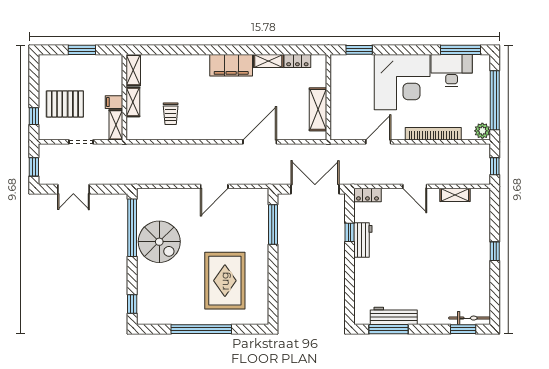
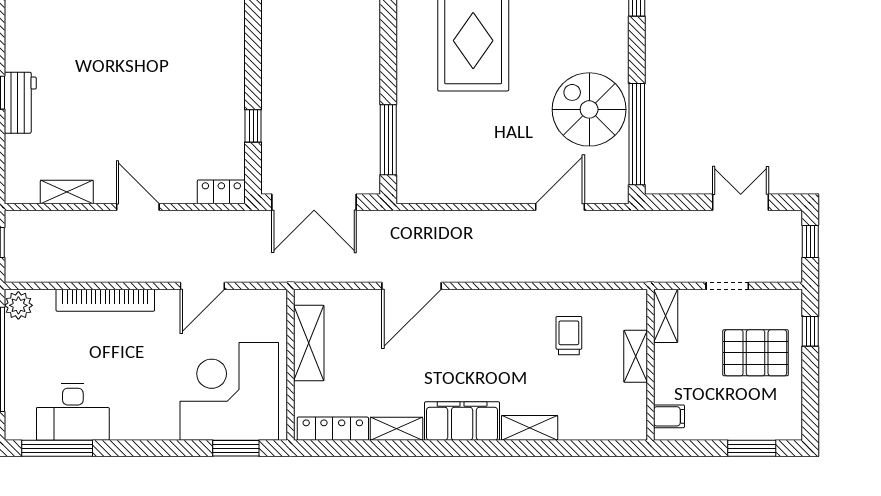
window: (82, 50) -> (752, 448), moved
locker: (297, 61) -> (333, 429), width x1.53
shelving: (133, 70) -> (530, 428), moved, turned 90
corner desk: (402, 82) -> (229, 391), moved
filing cabinet: (114, 102) -> (669, 416), moved
door: (214, 186) -> (560, 207), moved
workbench: (363, 240) -> (20, 103), moved, turned 180

